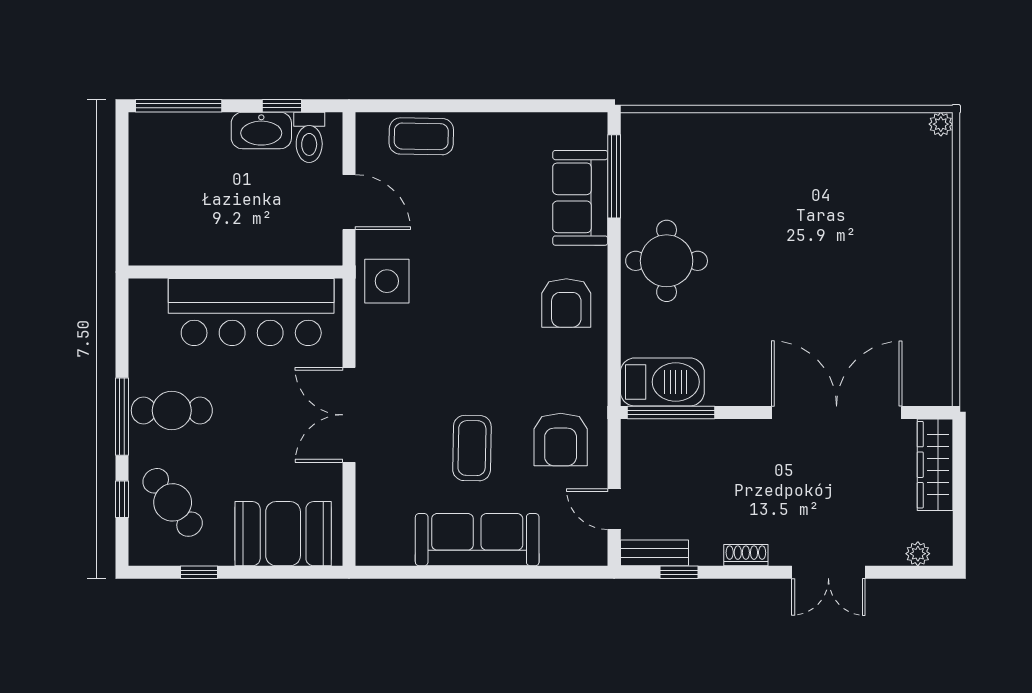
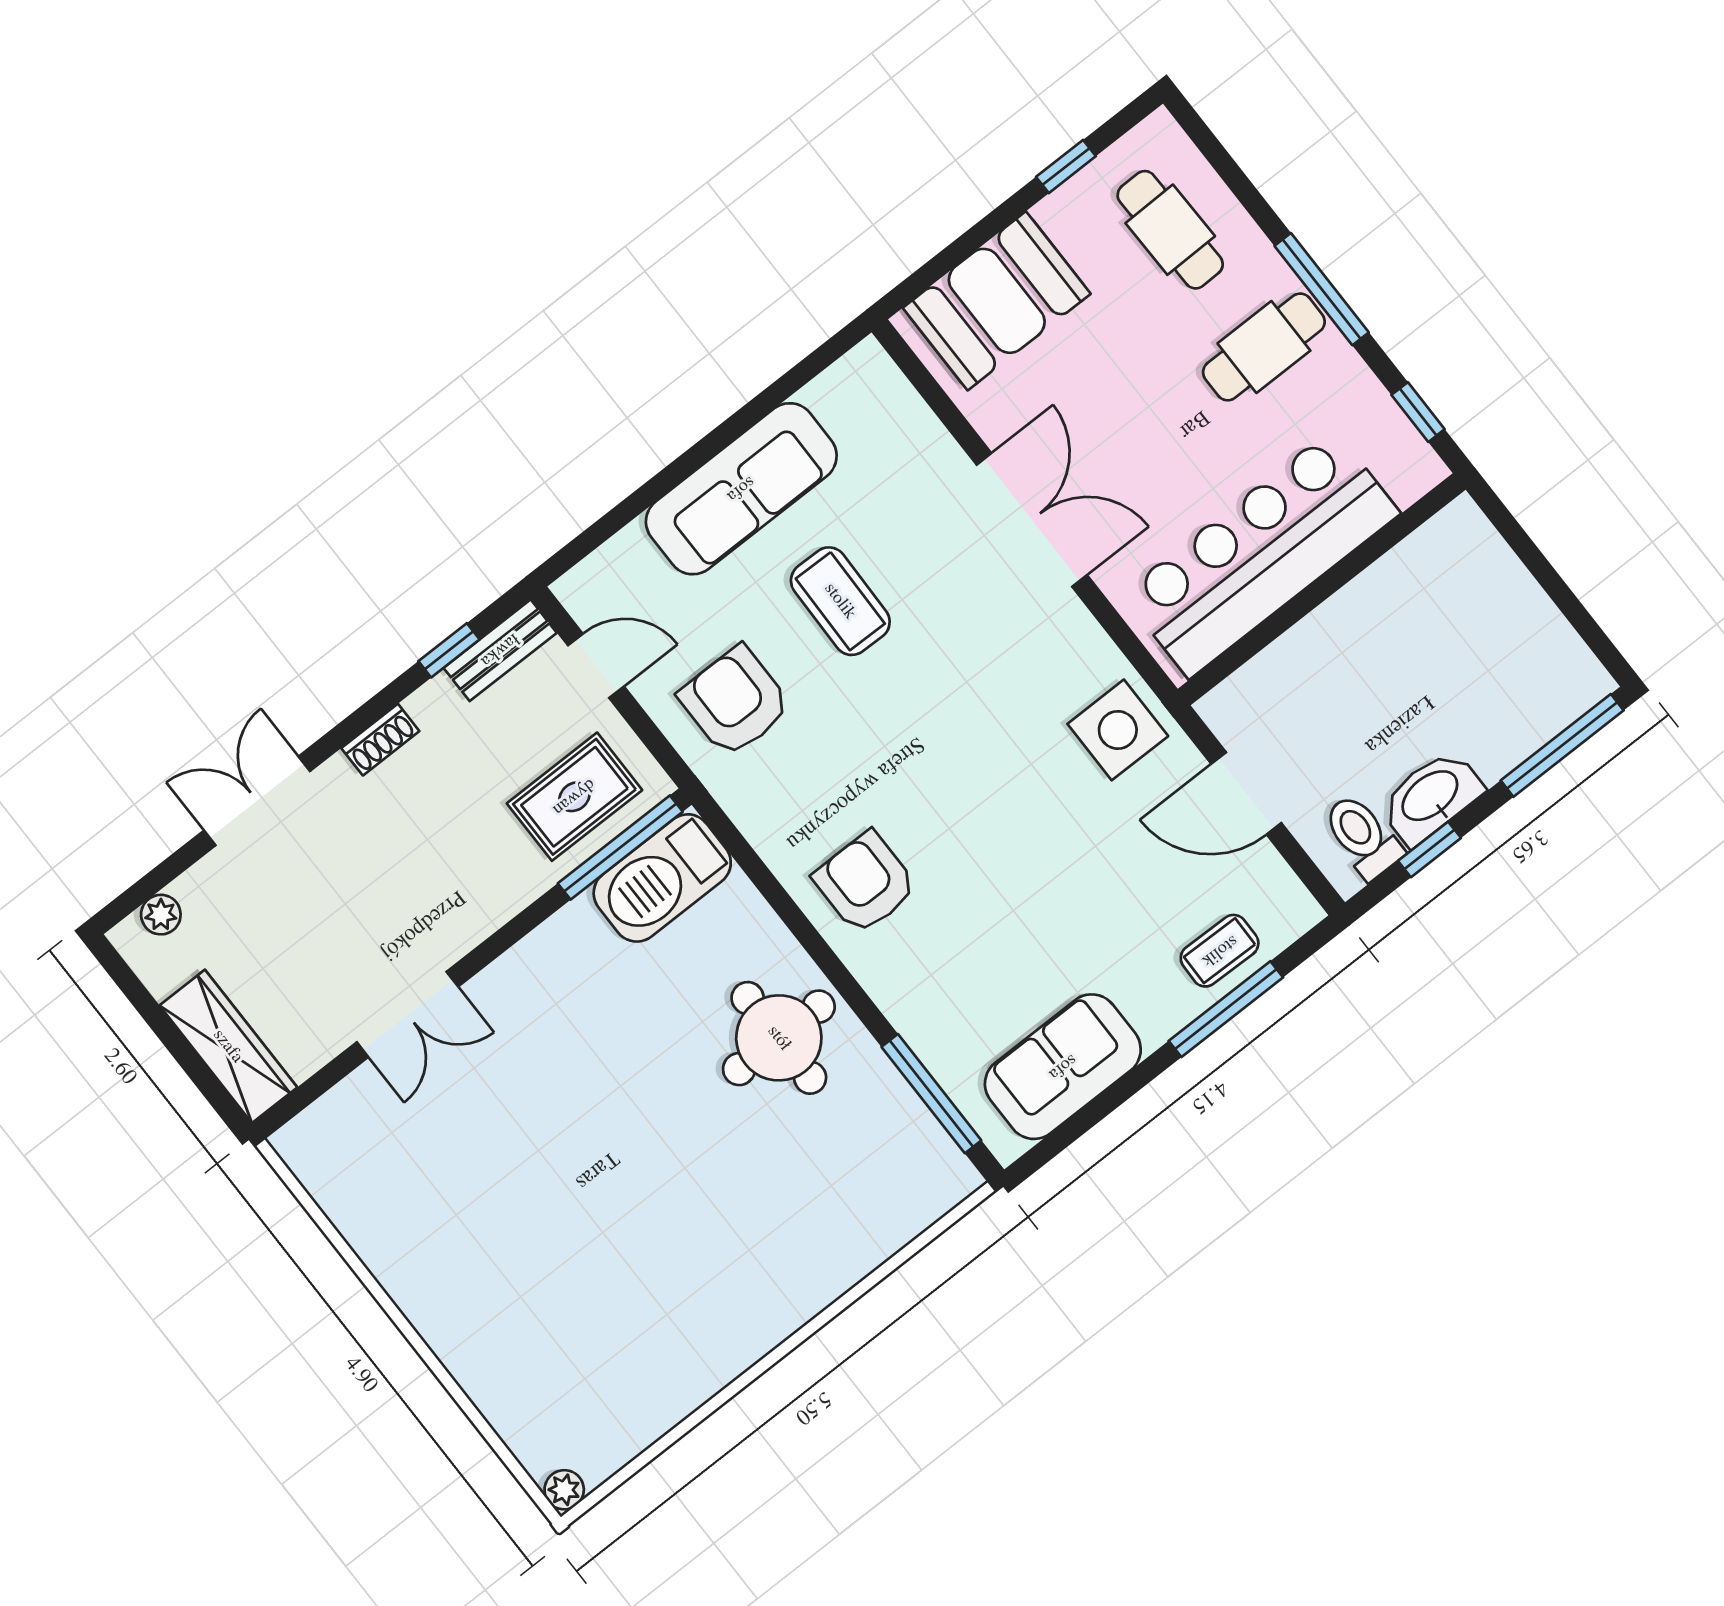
window: (440, 106) -> (1226, 1009), added
coffee table: (421, 136) -> (1220, 951), width x0.73, depth x0.77
sofa: (580, 198) -> (1063, 1067), moved, turned -90
double door: (837, 412) -> (407, 1014), width x0.54
rug: (674, 454) -> (574, 797), added
window: (122, 499) -> (1418, 412), moved
cafe table: (173, 502) -> (1170, 230), turned 37

